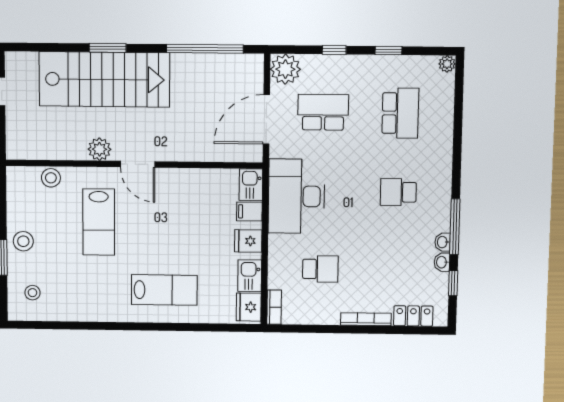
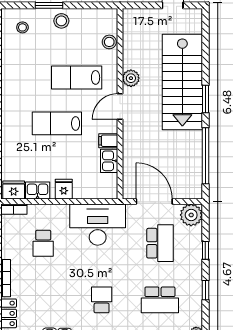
window: (108, 48) -> (205, 99), moved
kitchen sink: (251, 185) -> (109, 161), moved, turned -90
filing cabinet: (249, 212) -> (108, 141), moved, turned -90
lab bench: (164, 290) -> (57, 123), moved, turned 90

